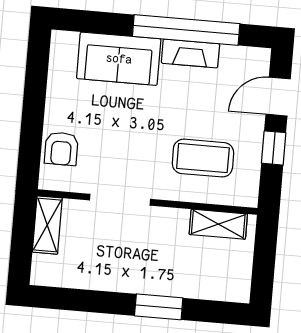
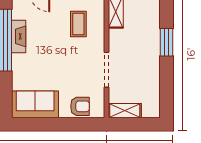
sofa: (119, 59) -> (35, 104), moved, turned -90
coffee table: (203, 158) -> (78, 24), width x0.73, depth x0.77

